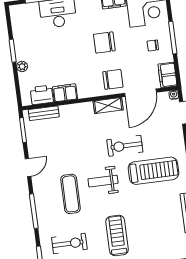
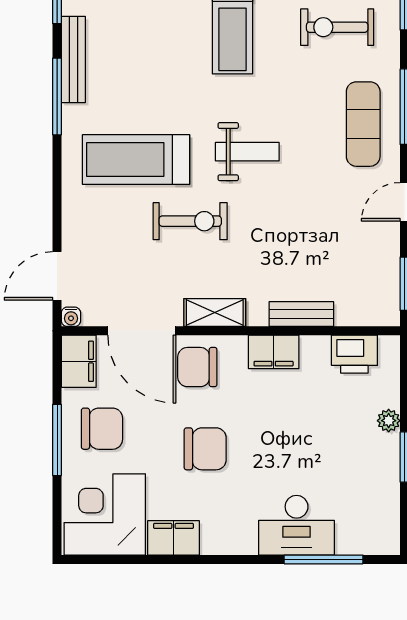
chair: (153, 45) -> (102, 429), width x1.87, depth x1.87
filing cabinet: (65, 93) -> (274, 352), moved
door: (140, 93) -> (142, 331), swing flipped
bench: (44, 113) -> (301, 314), moved
exercise mat: (71, 194) -> (363, 124), moved

